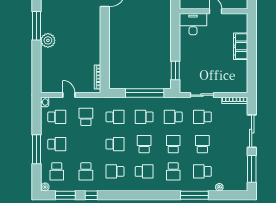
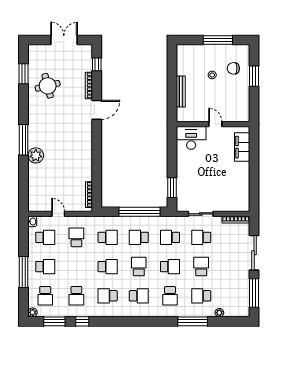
filing cabinet: (241, 46) -> (242, 147), moved
school desk: (173, 144) -> (170, 267), turned 90

